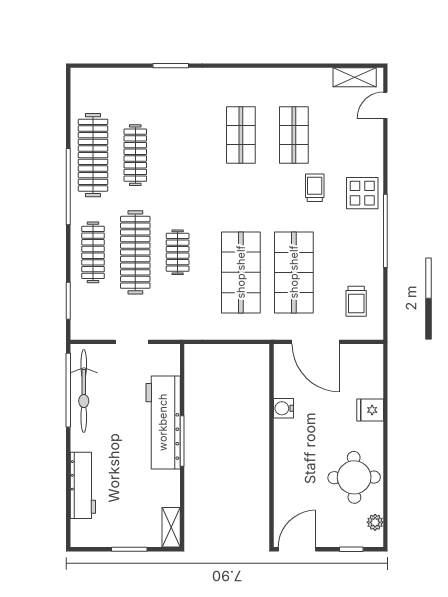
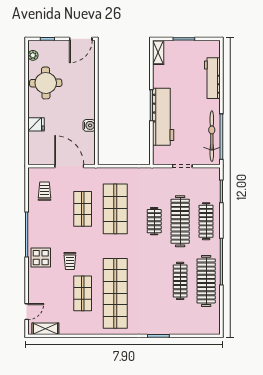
shop shelf: (241, 135) -> (115, 293), width x2.00, depth x1.36
shop shelf: (294, 272) -> (83, 209), width x0.70, depth x0.74

